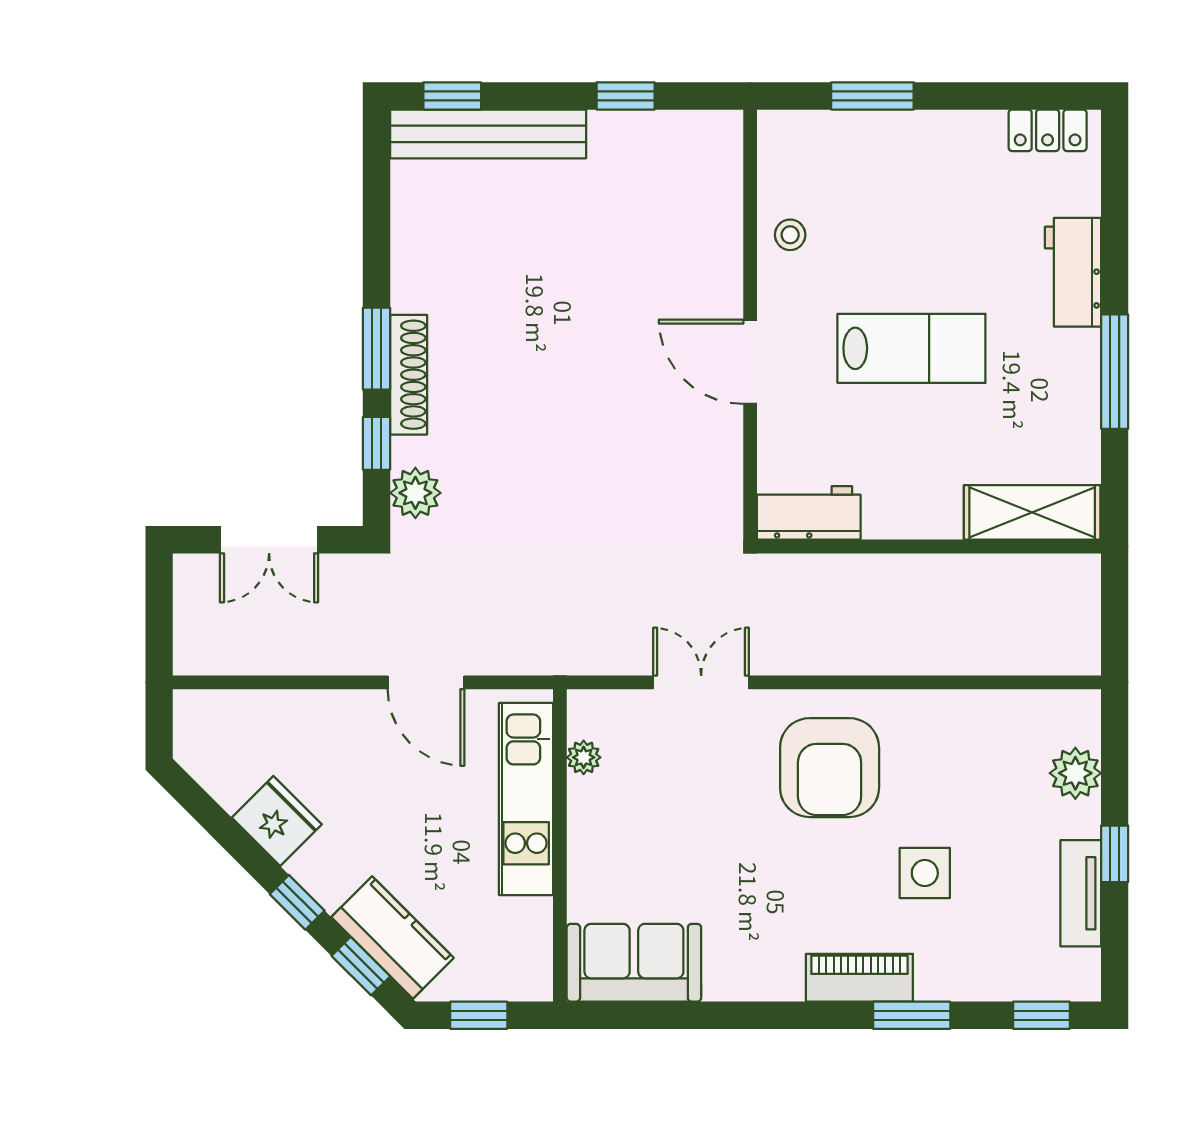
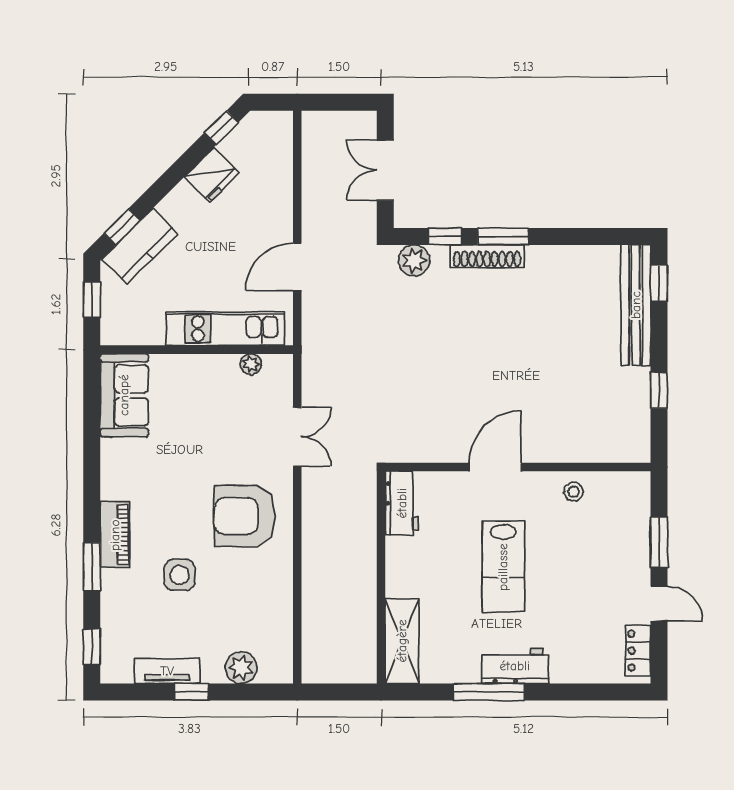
door: (971, 96) -> (659, 604), added
workbench: (1073, 272) -> (515, 666), moved
window: (297, 902) -> (221, 128), moved

